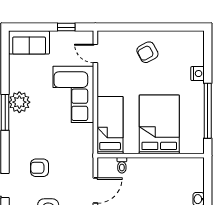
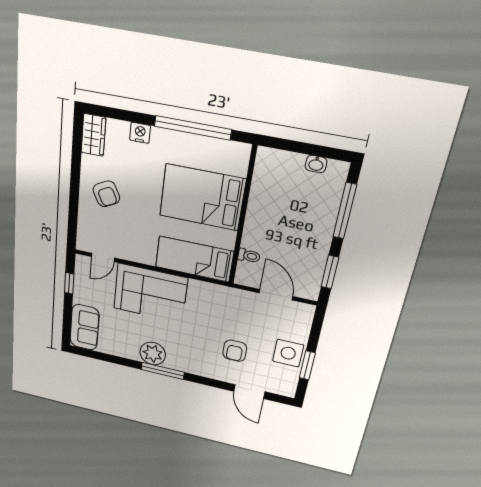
wardrobe: (190, 39) -> (93, 135), added

